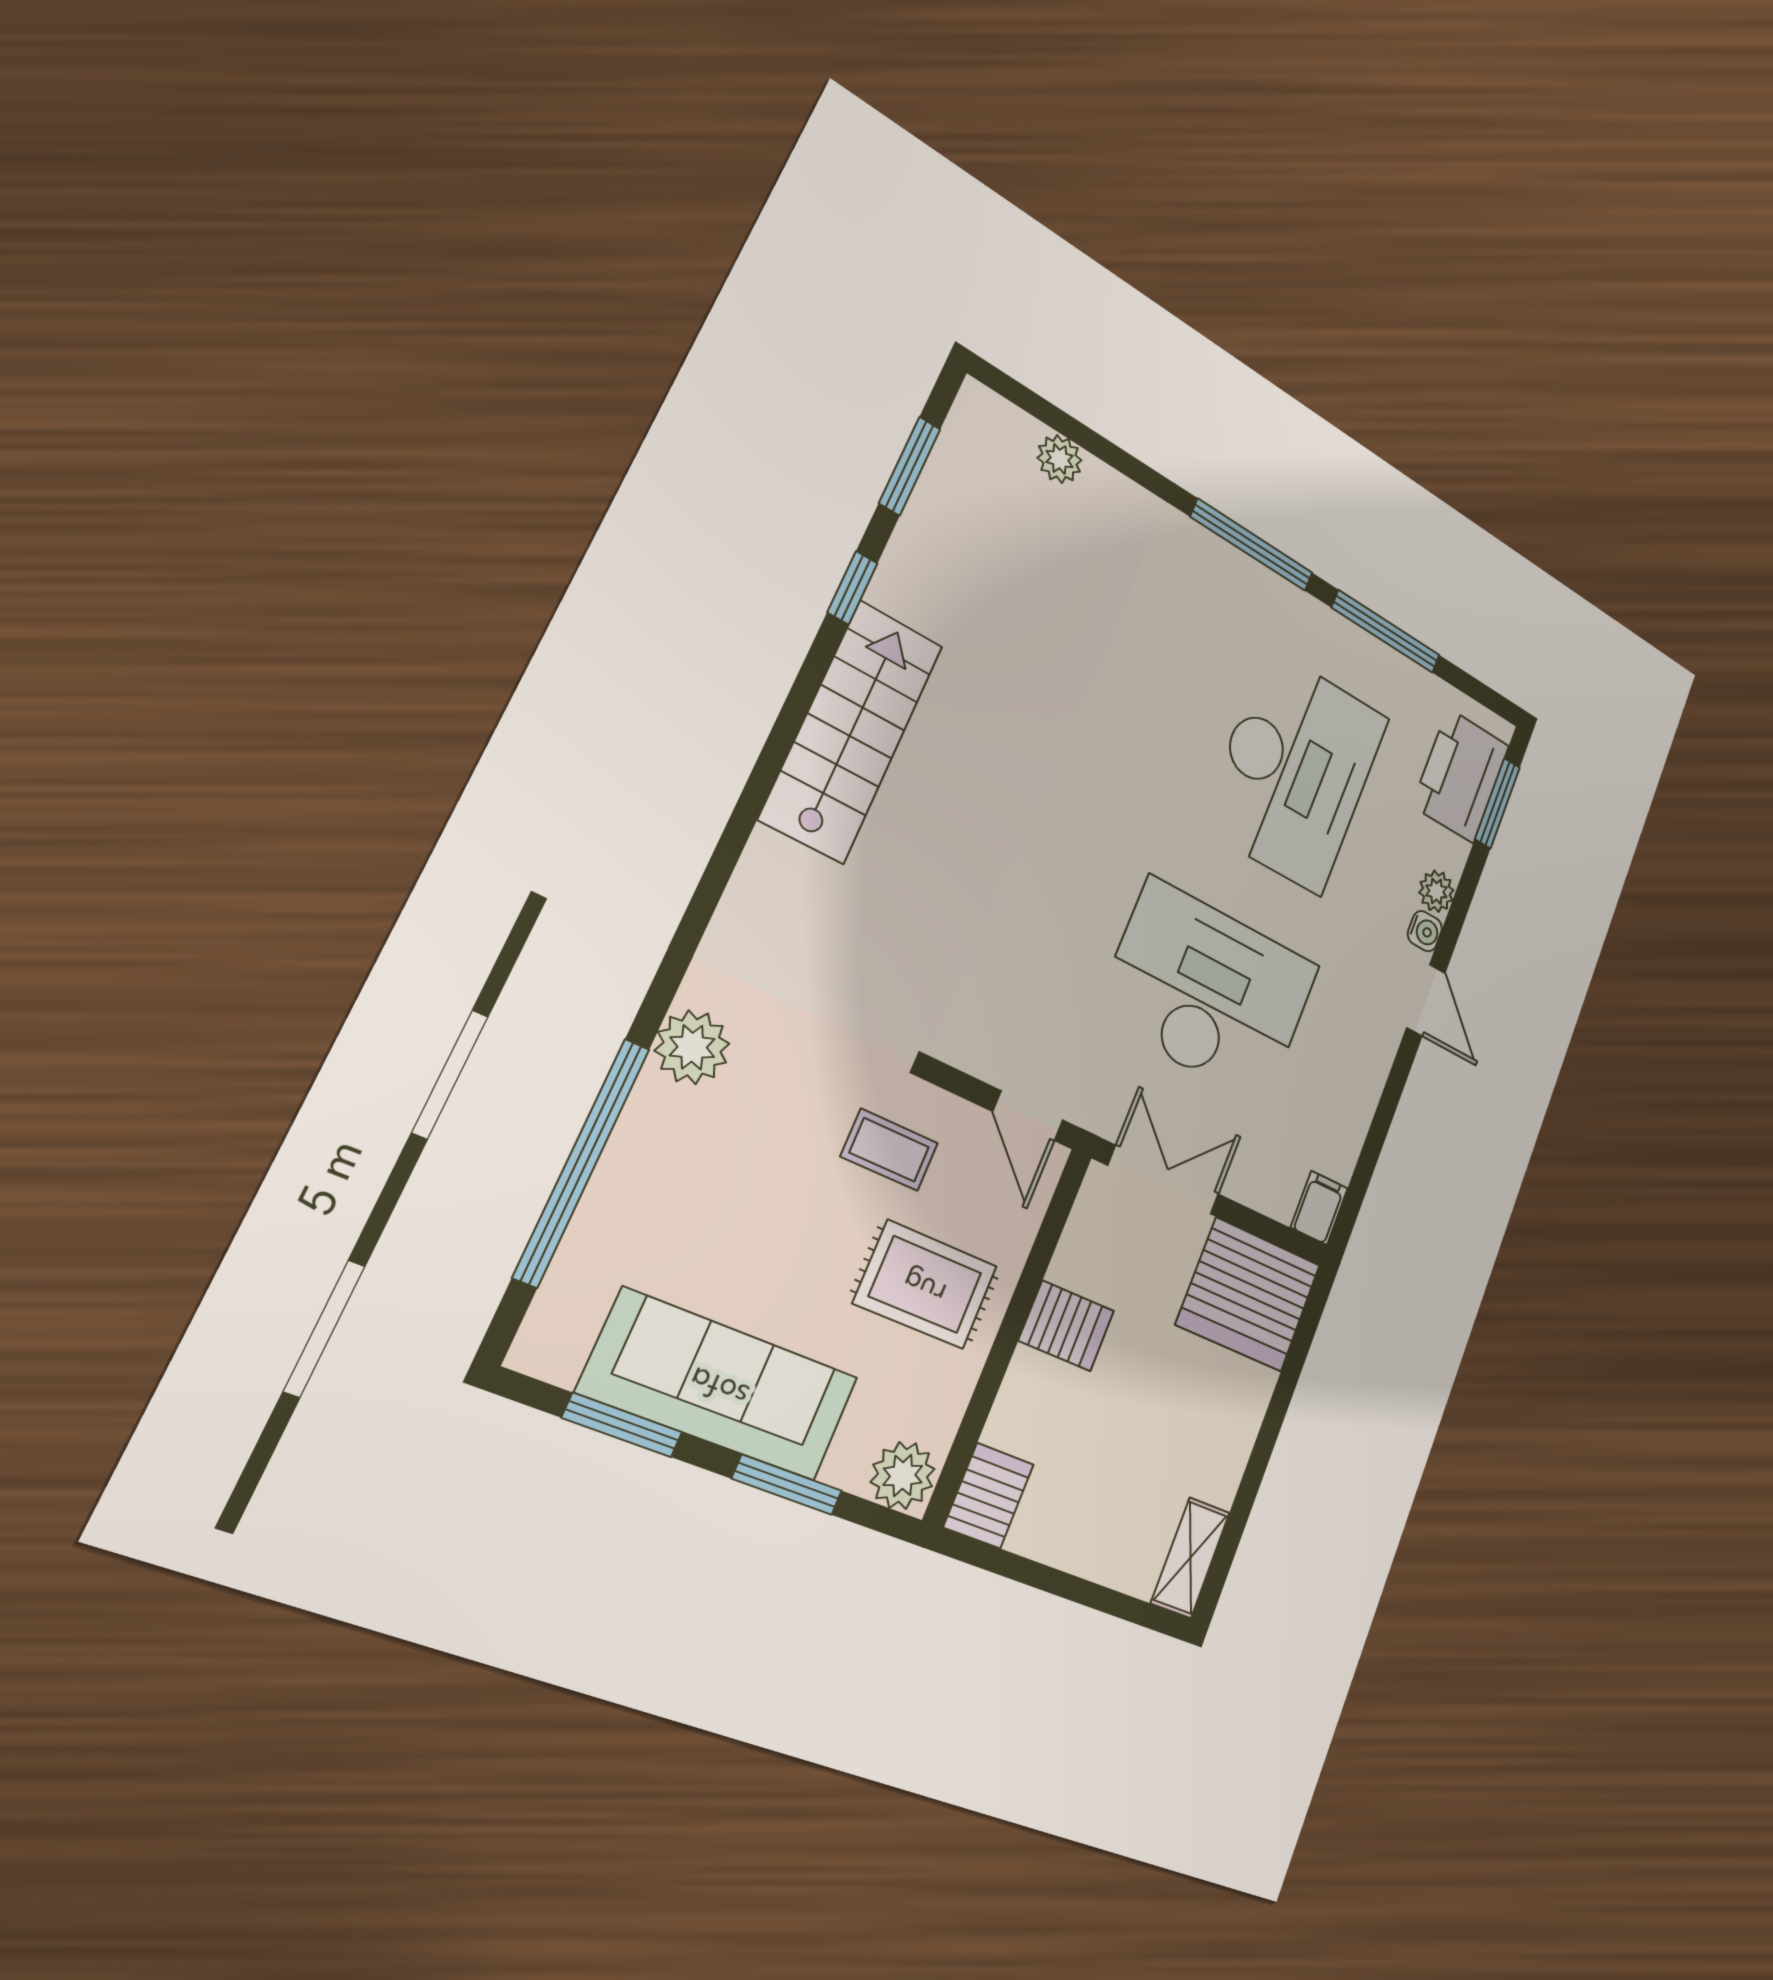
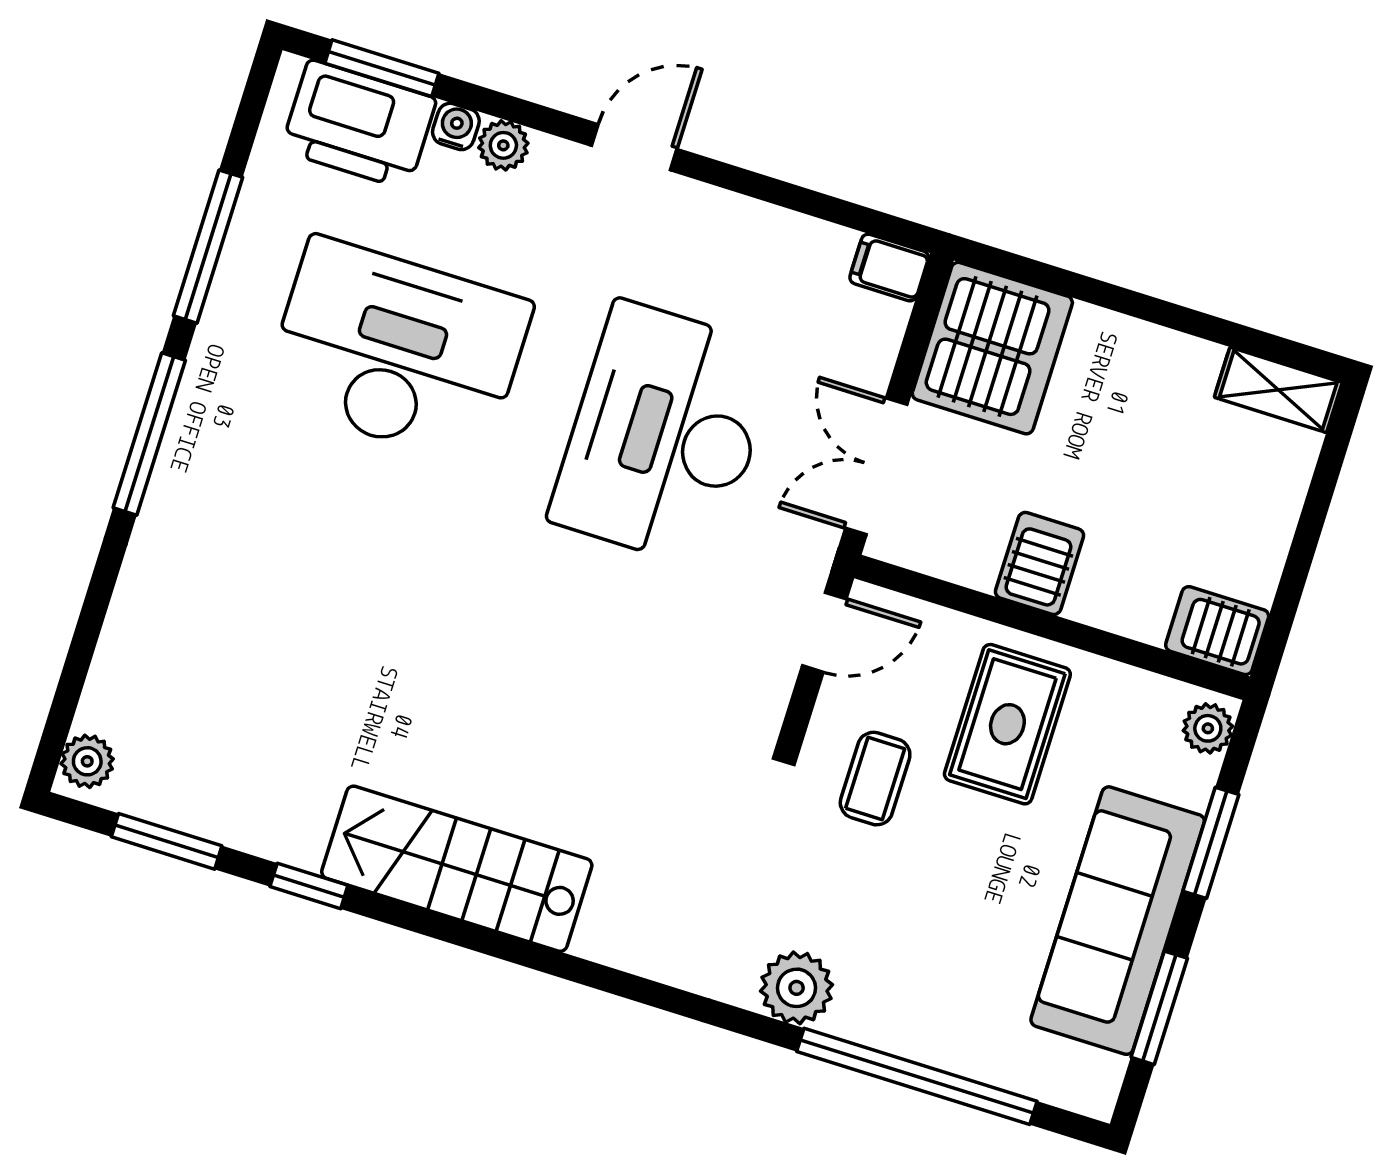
plant: (1060, 459) -> (87, 761), moved
water cooler: (1425, 931) -> (456, 126), moved
plant: (903, 1475) -> (1208, 728), width x0.73, depth x0.73

